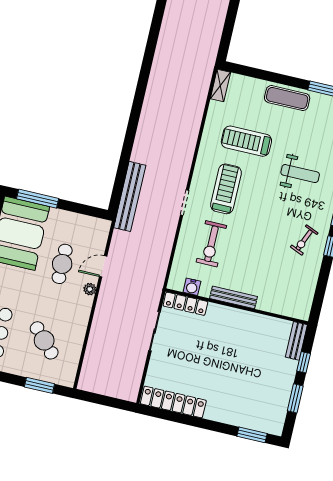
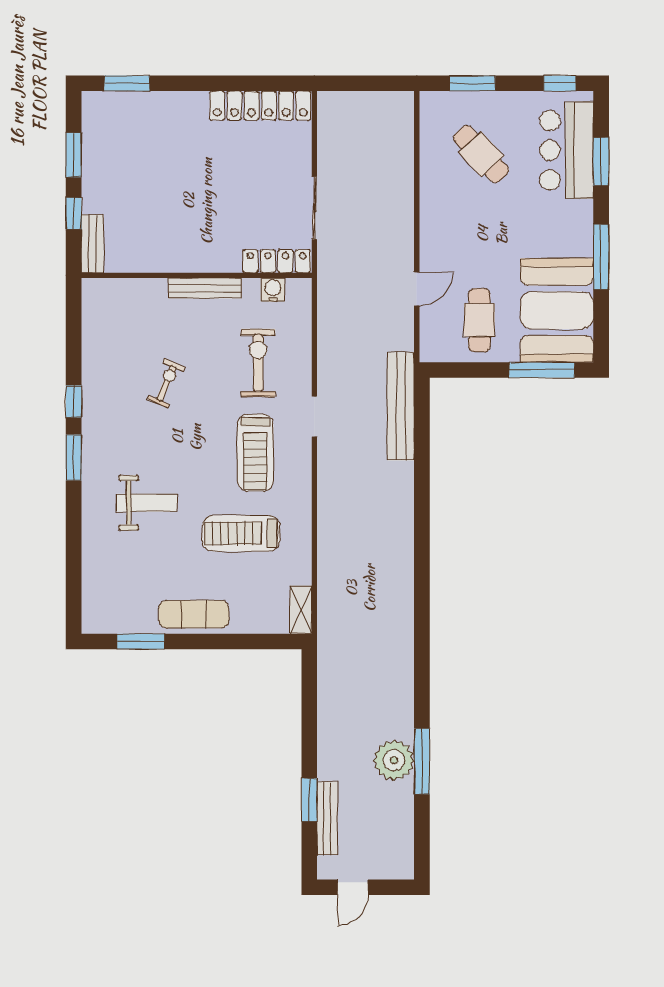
treadmill: (246, 141) -> (241, 533), turned 180
weight bench: (300, 174) -> (147, 503), turned 180
exercise bike: (304, 240) -> (166, 383), moved
cafe table: (62, 264) -> (479, 320), moved
plant: (90, 289) -> (429, 249), removed

